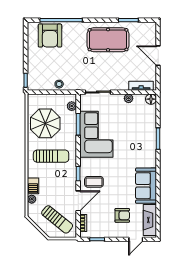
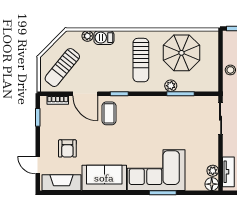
plant: (129, 98) -> (213, 171), moved
plant: (72, 106) -> (171, 86), moved
corner sofa: (96, 134) -> (156, 170), moved, turned 180

